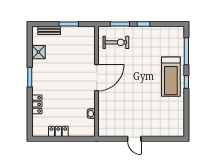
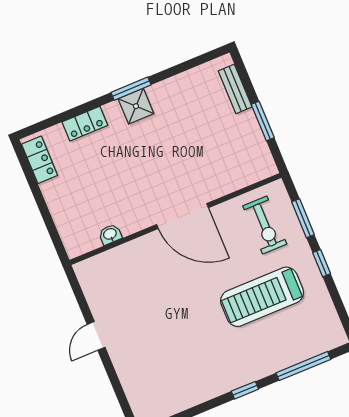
shower: (38, 52) -> (136, 106), moved
treadmill: (171, 77) -> (262, 297), moved
locker: (58, 131) -> (40, 160), moved

